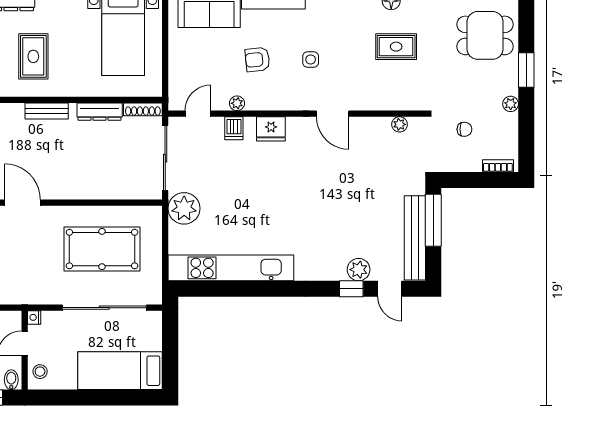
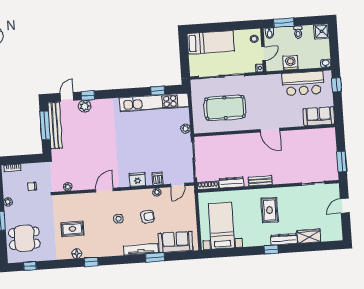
door: (333, 114) -> (104, 190), hinge flipped
plant: (184, 208) -> (186, 129), width x0.53, depth x0.53
window: (433, 220) -> (45, 125), moved
window: (223, 289) -> (158, 91), added
door: (390, 289) -> (67, 97), hinge flipped

